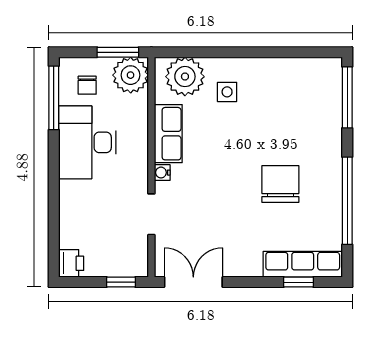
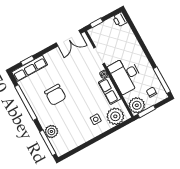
plant: (328, 116) -> (51, 131), added
desk: (87, 142) -> (126, 75), moved, turned 180

